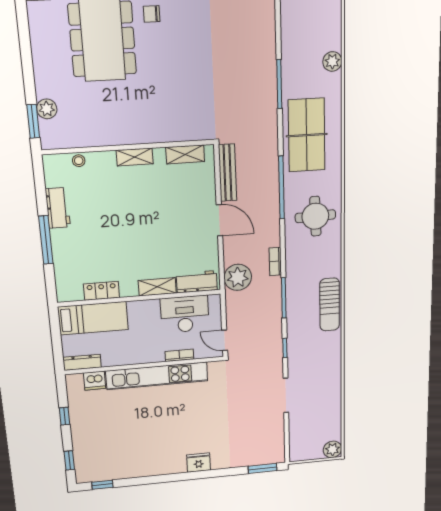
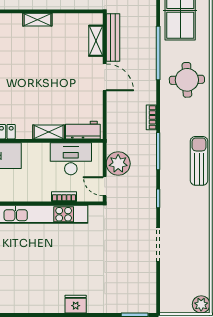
shelving: (185, 154) -> (96, 41), moved, turned 90
plant: (238, 277) -> (118, 164), moved
sun lounger: (330, 305) -> (199, 161), turned 180

